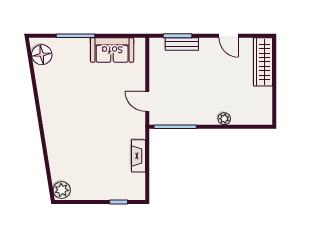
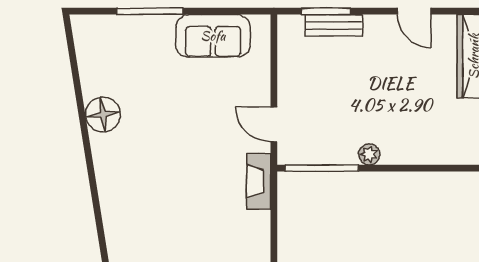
floor lamp: (42, 55) -> (103, 115), moved
plant: (224, 119) -> (369, 154), moved
fireplace: (138, 156) -> (259, 181), moved

